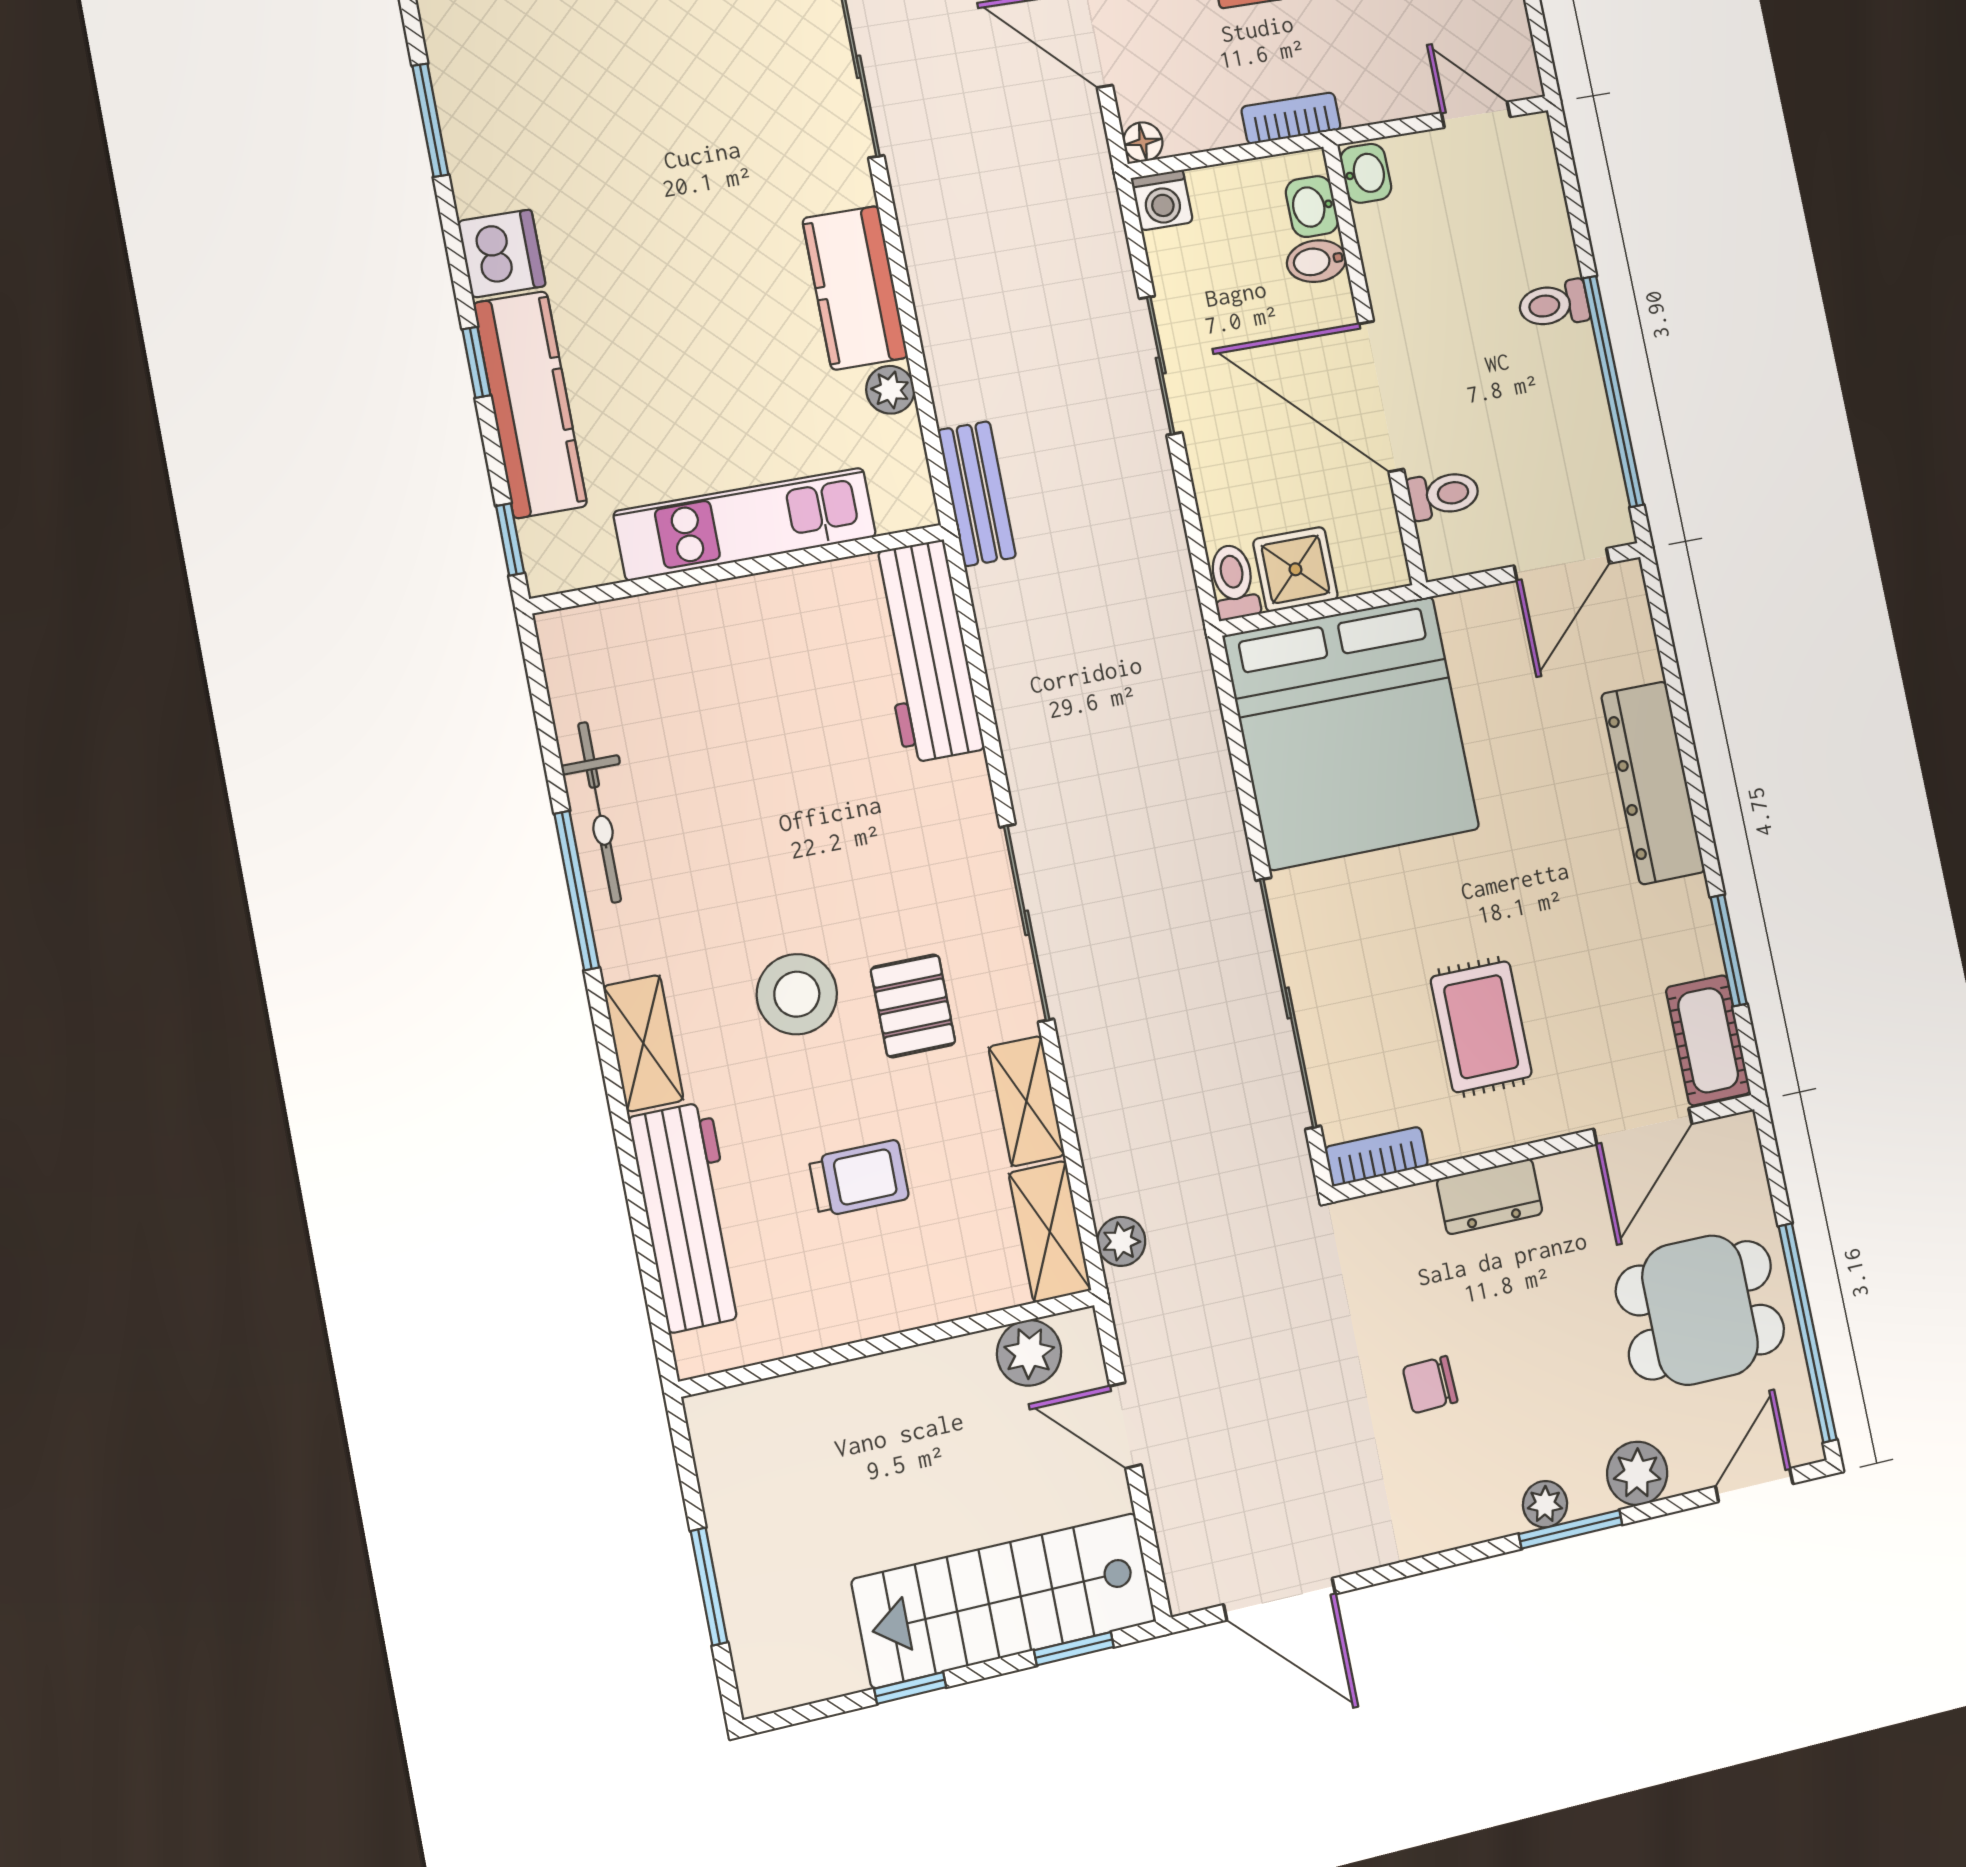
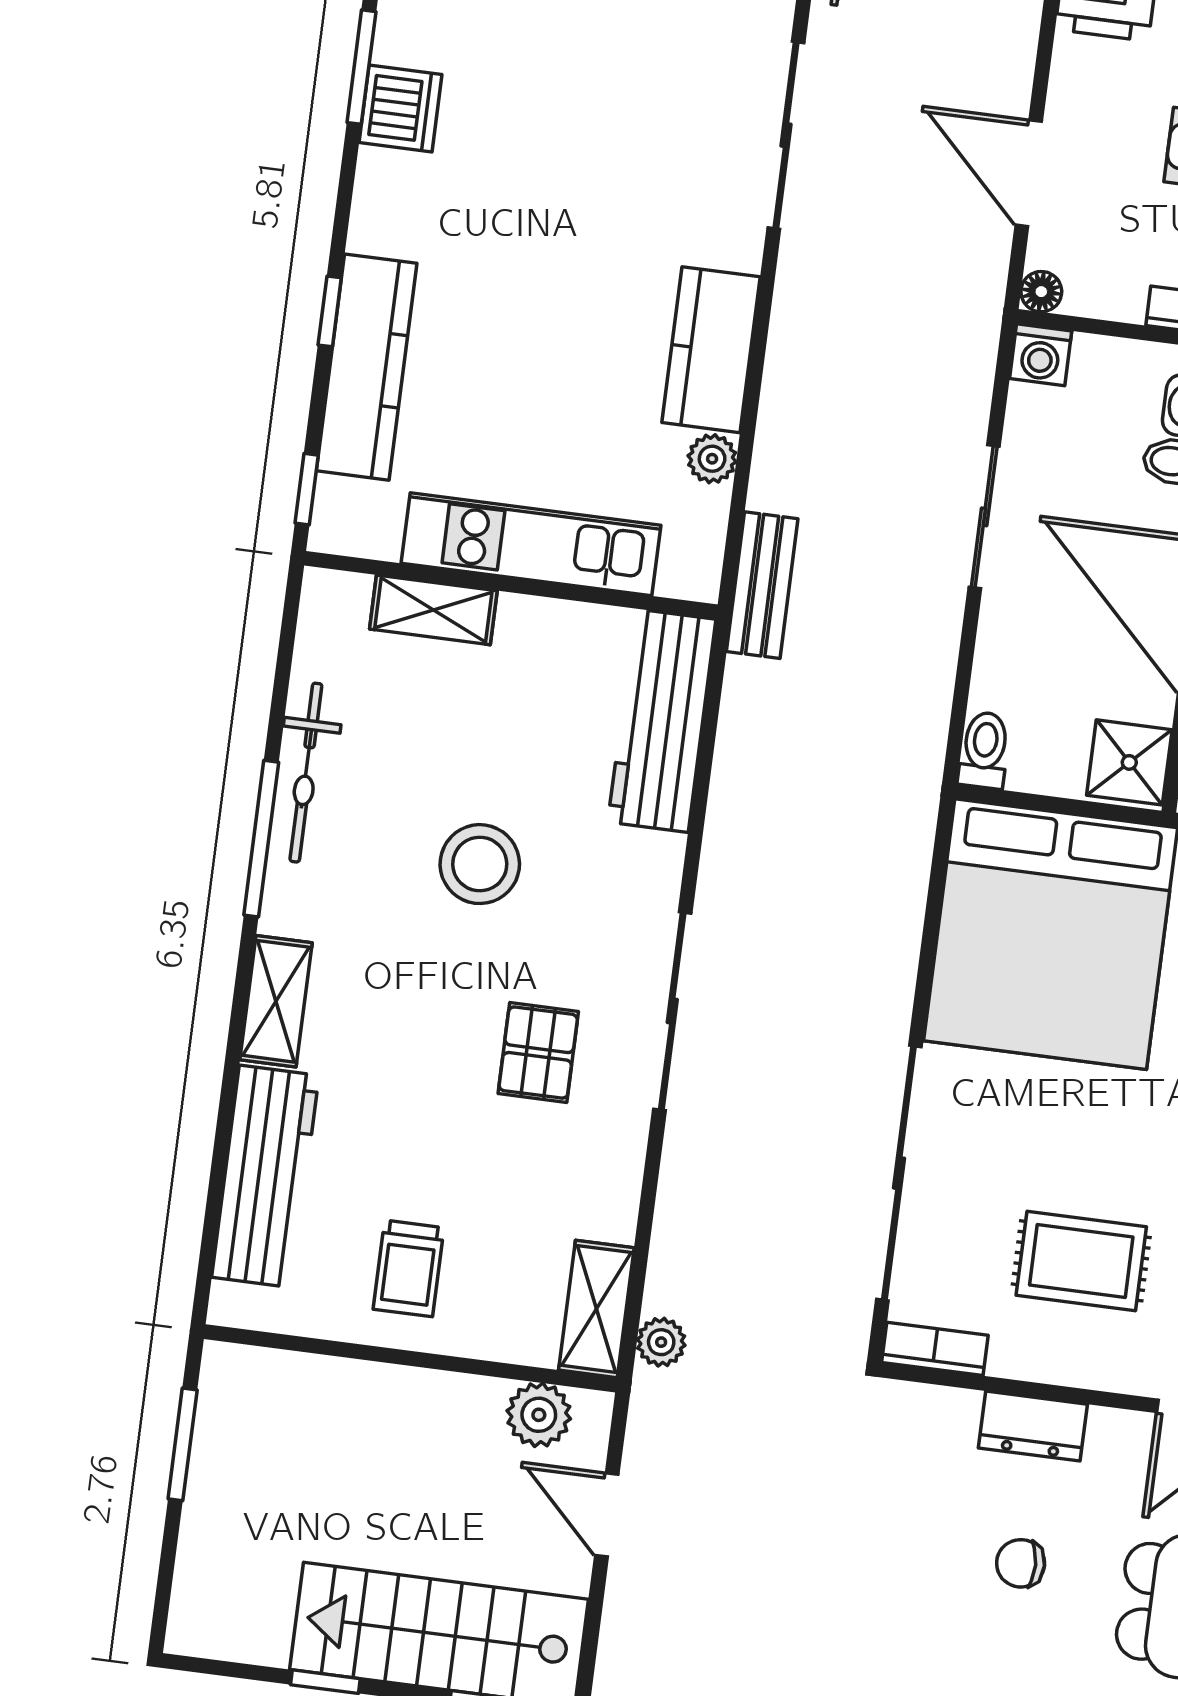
dishwasher: (502, 254) -> (400, 109), moved
shower: (1295, 569) -> (1129, 762), moved
stool: (797, 994) -> (480, 864), moved
rug: (1481, 1027) -> (1081, 1261), turned 90
shelving: (1026, 1101) -> (433, 610), moved, turned 90
trolley: (859, 1178) -> (409, 1268), moved, turned 90
chair: (1430, 1385) -> (1021, 1563), moved
window: (709, 1587) -> (183, 1444), moved

